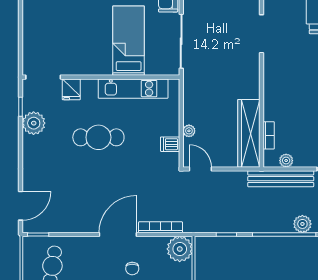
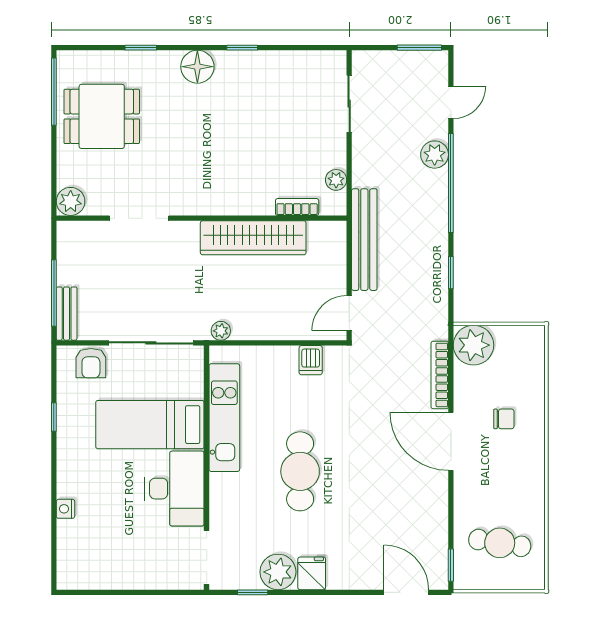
desk: (87, 56) -> (174, 489), added
fridge: (71, 89) -> (312, 573), moved, turned -90
plant: (189, 131) -> (221, 331), moved
wardrobe: (249, 133) -> (253, 238), moved
bench: (281, 179) -> (364, 240), moved

